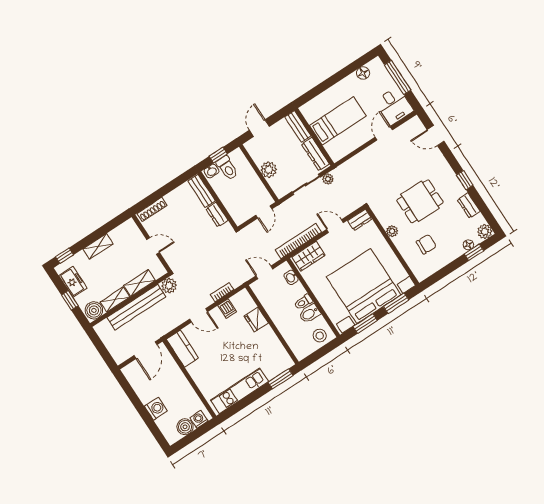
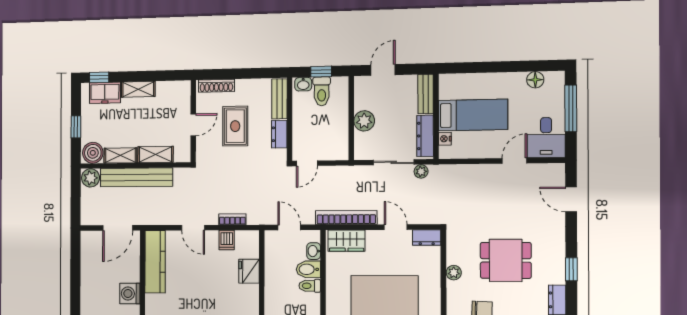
nightstand: (330, 148) -> (445, 139), added
door: (264, 212) -> (307, 163), moved
rug: (183, 228) -> (235, 126), added
door: (153, 246) -> (193, 125), hinge flipped
freezer: (73, 282) -> (105, 93), moved, turned 90
plant: (169, 286) -> (91, 178), moved
bidet: (310, 314) -> (308, 269), moved
kitchen counter: (182, 349) -> (155, 262), width x1.50
washing machine: (156, 409) -> (130, 294), moved, turned 180

